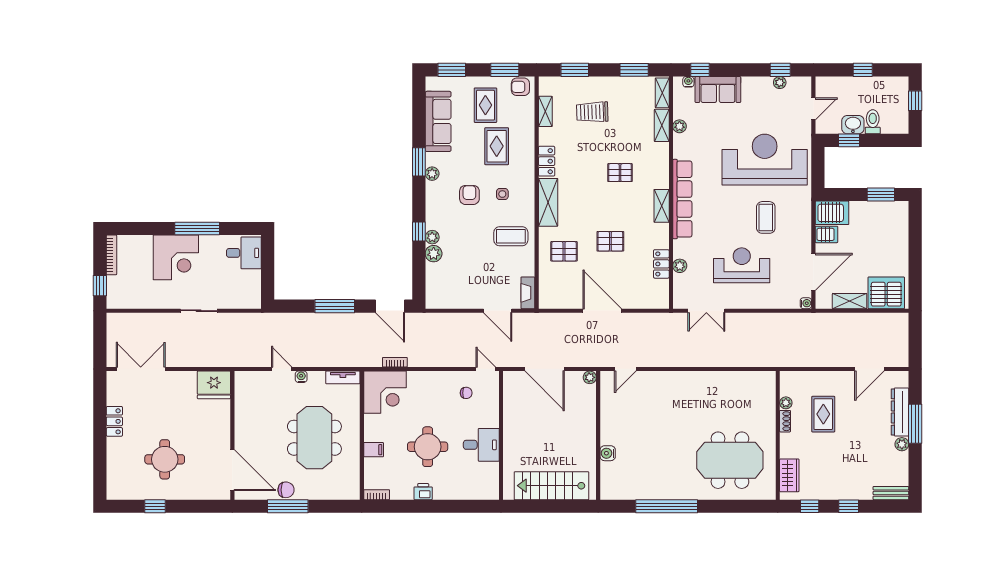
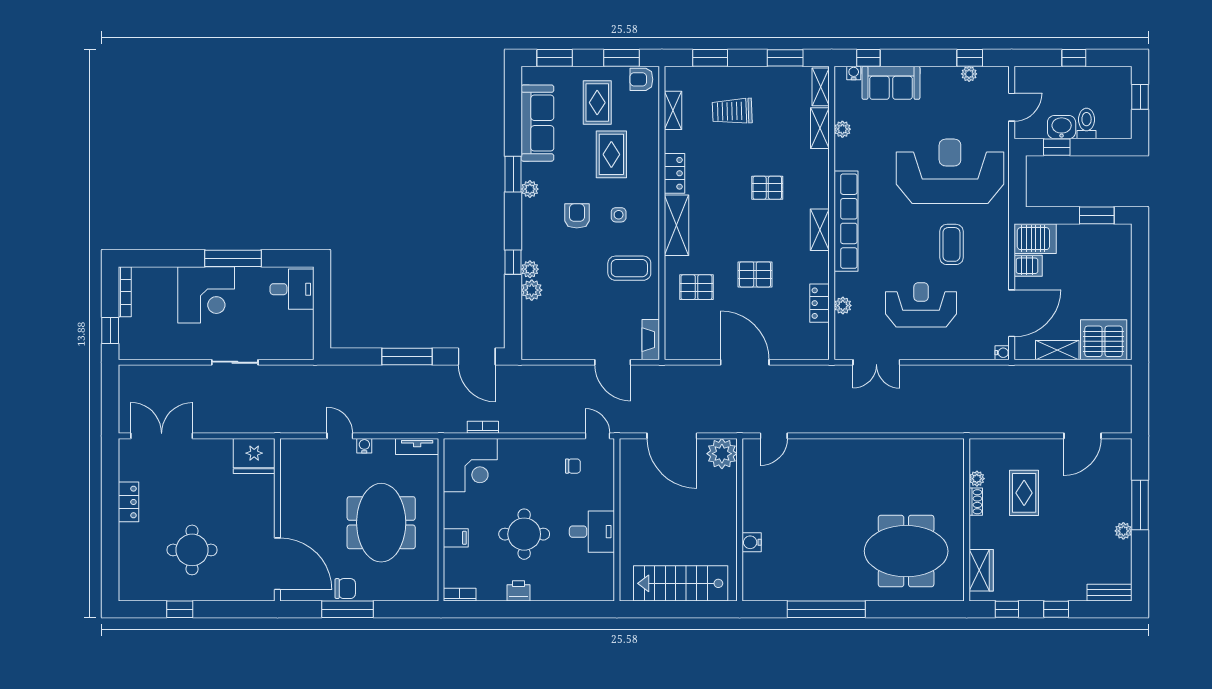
plant: (590, 377) -> (722, 454), width x1.87, depth x1.87
dresser: (900, 412) -> (1121, 490), removed

